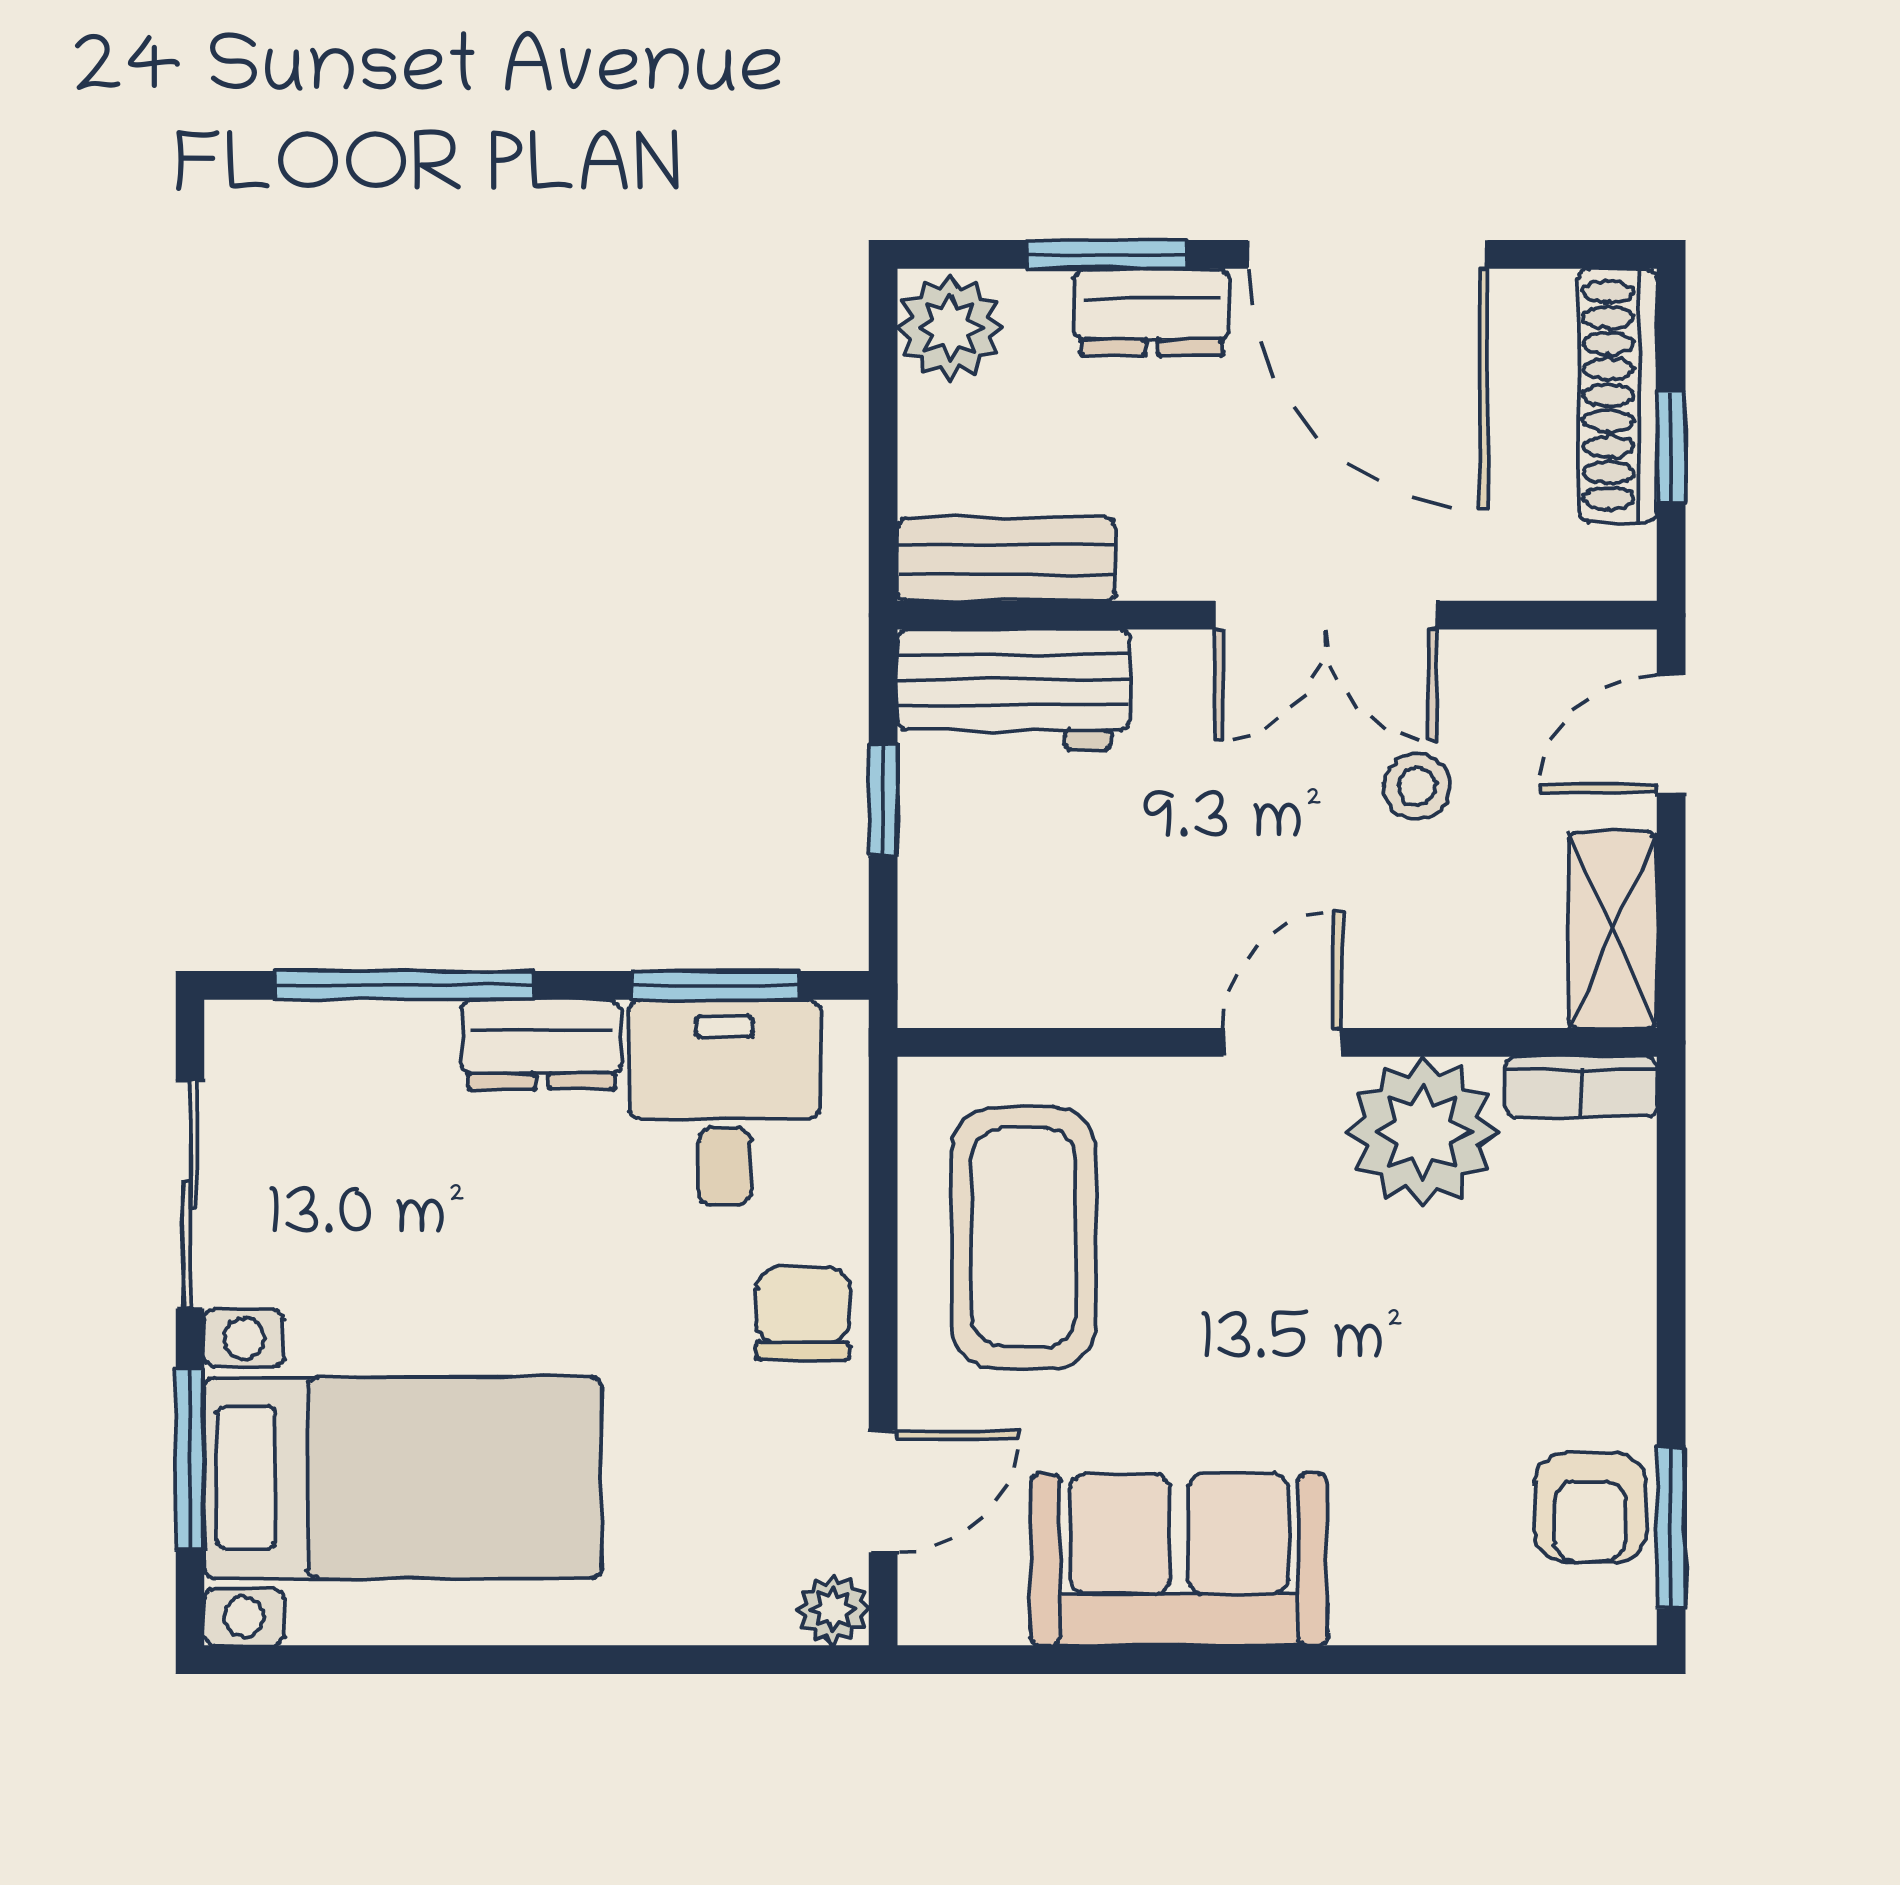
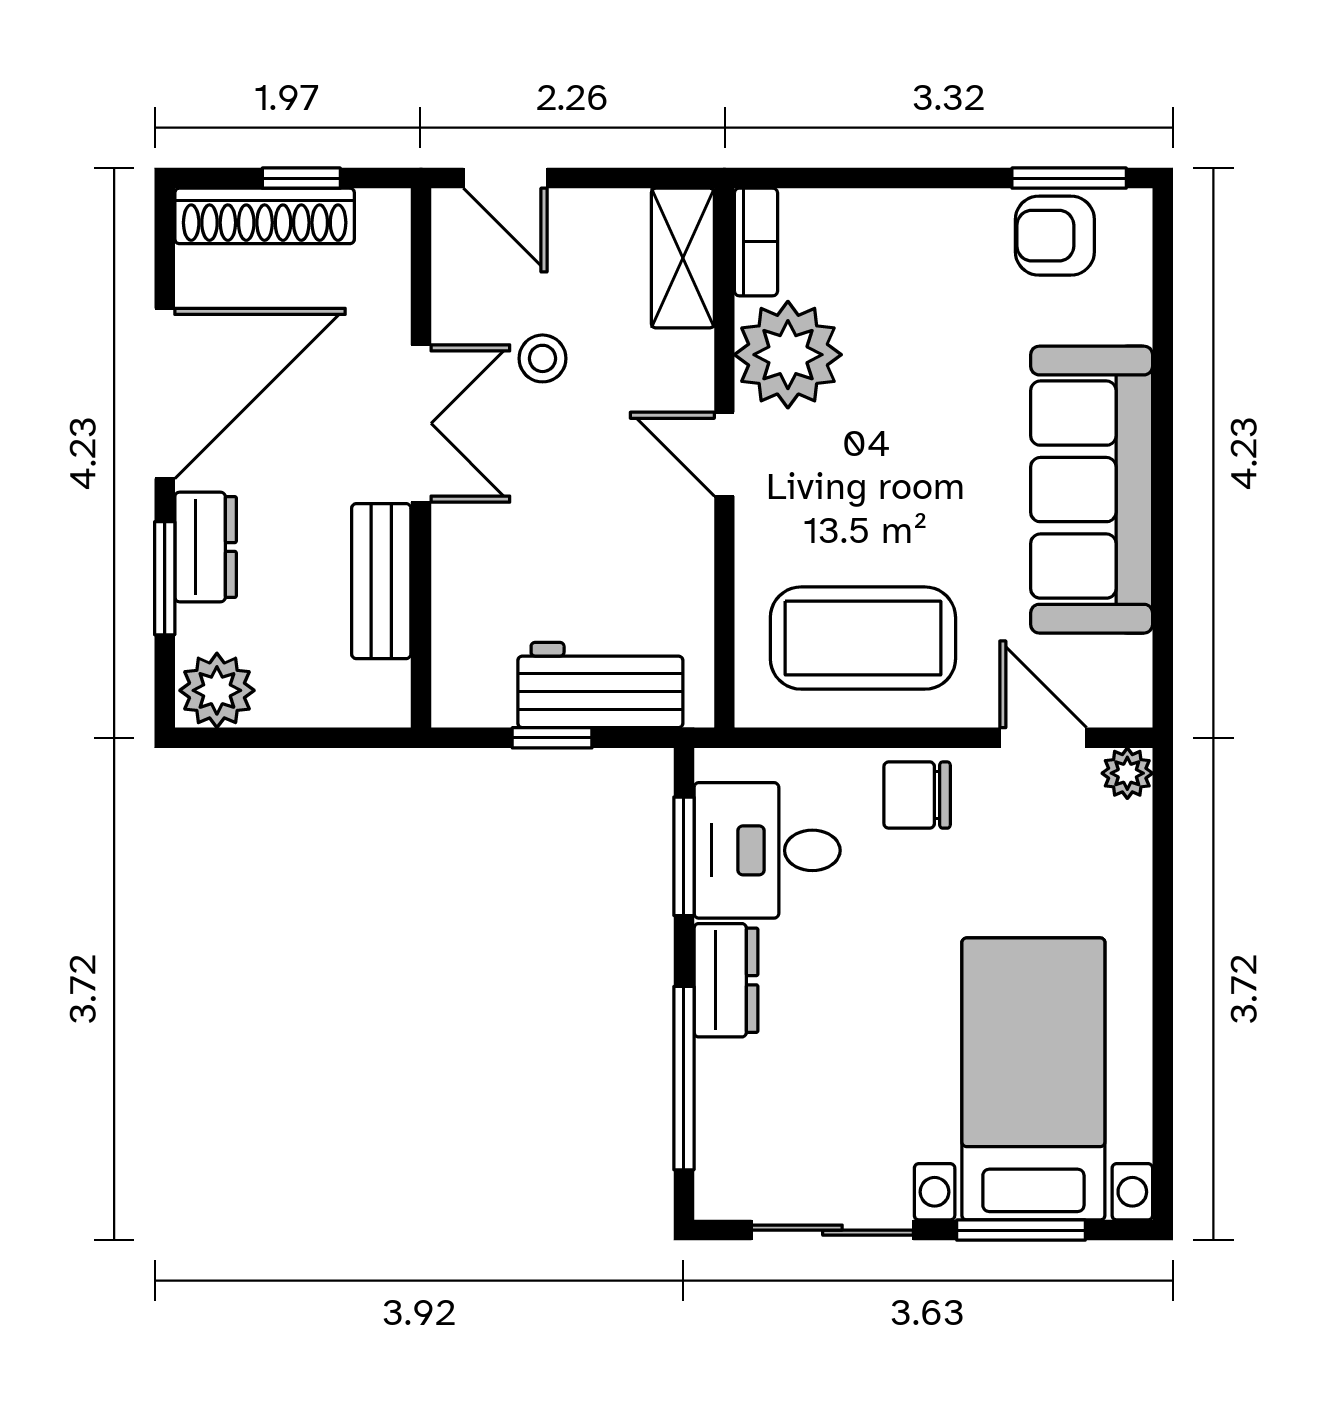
bench: (1006, 559) -> (381, 581), moved
workbench: (1014, 689) -> (600, 685), moved, turned -90
shelving: (1613, 930) -> (683, 258), moved, turned 90
armchair: (1590, 1508) -> (1055, 236), turned 180
sofa: (1179, 1559) -> (1092, 490), width x1.36

